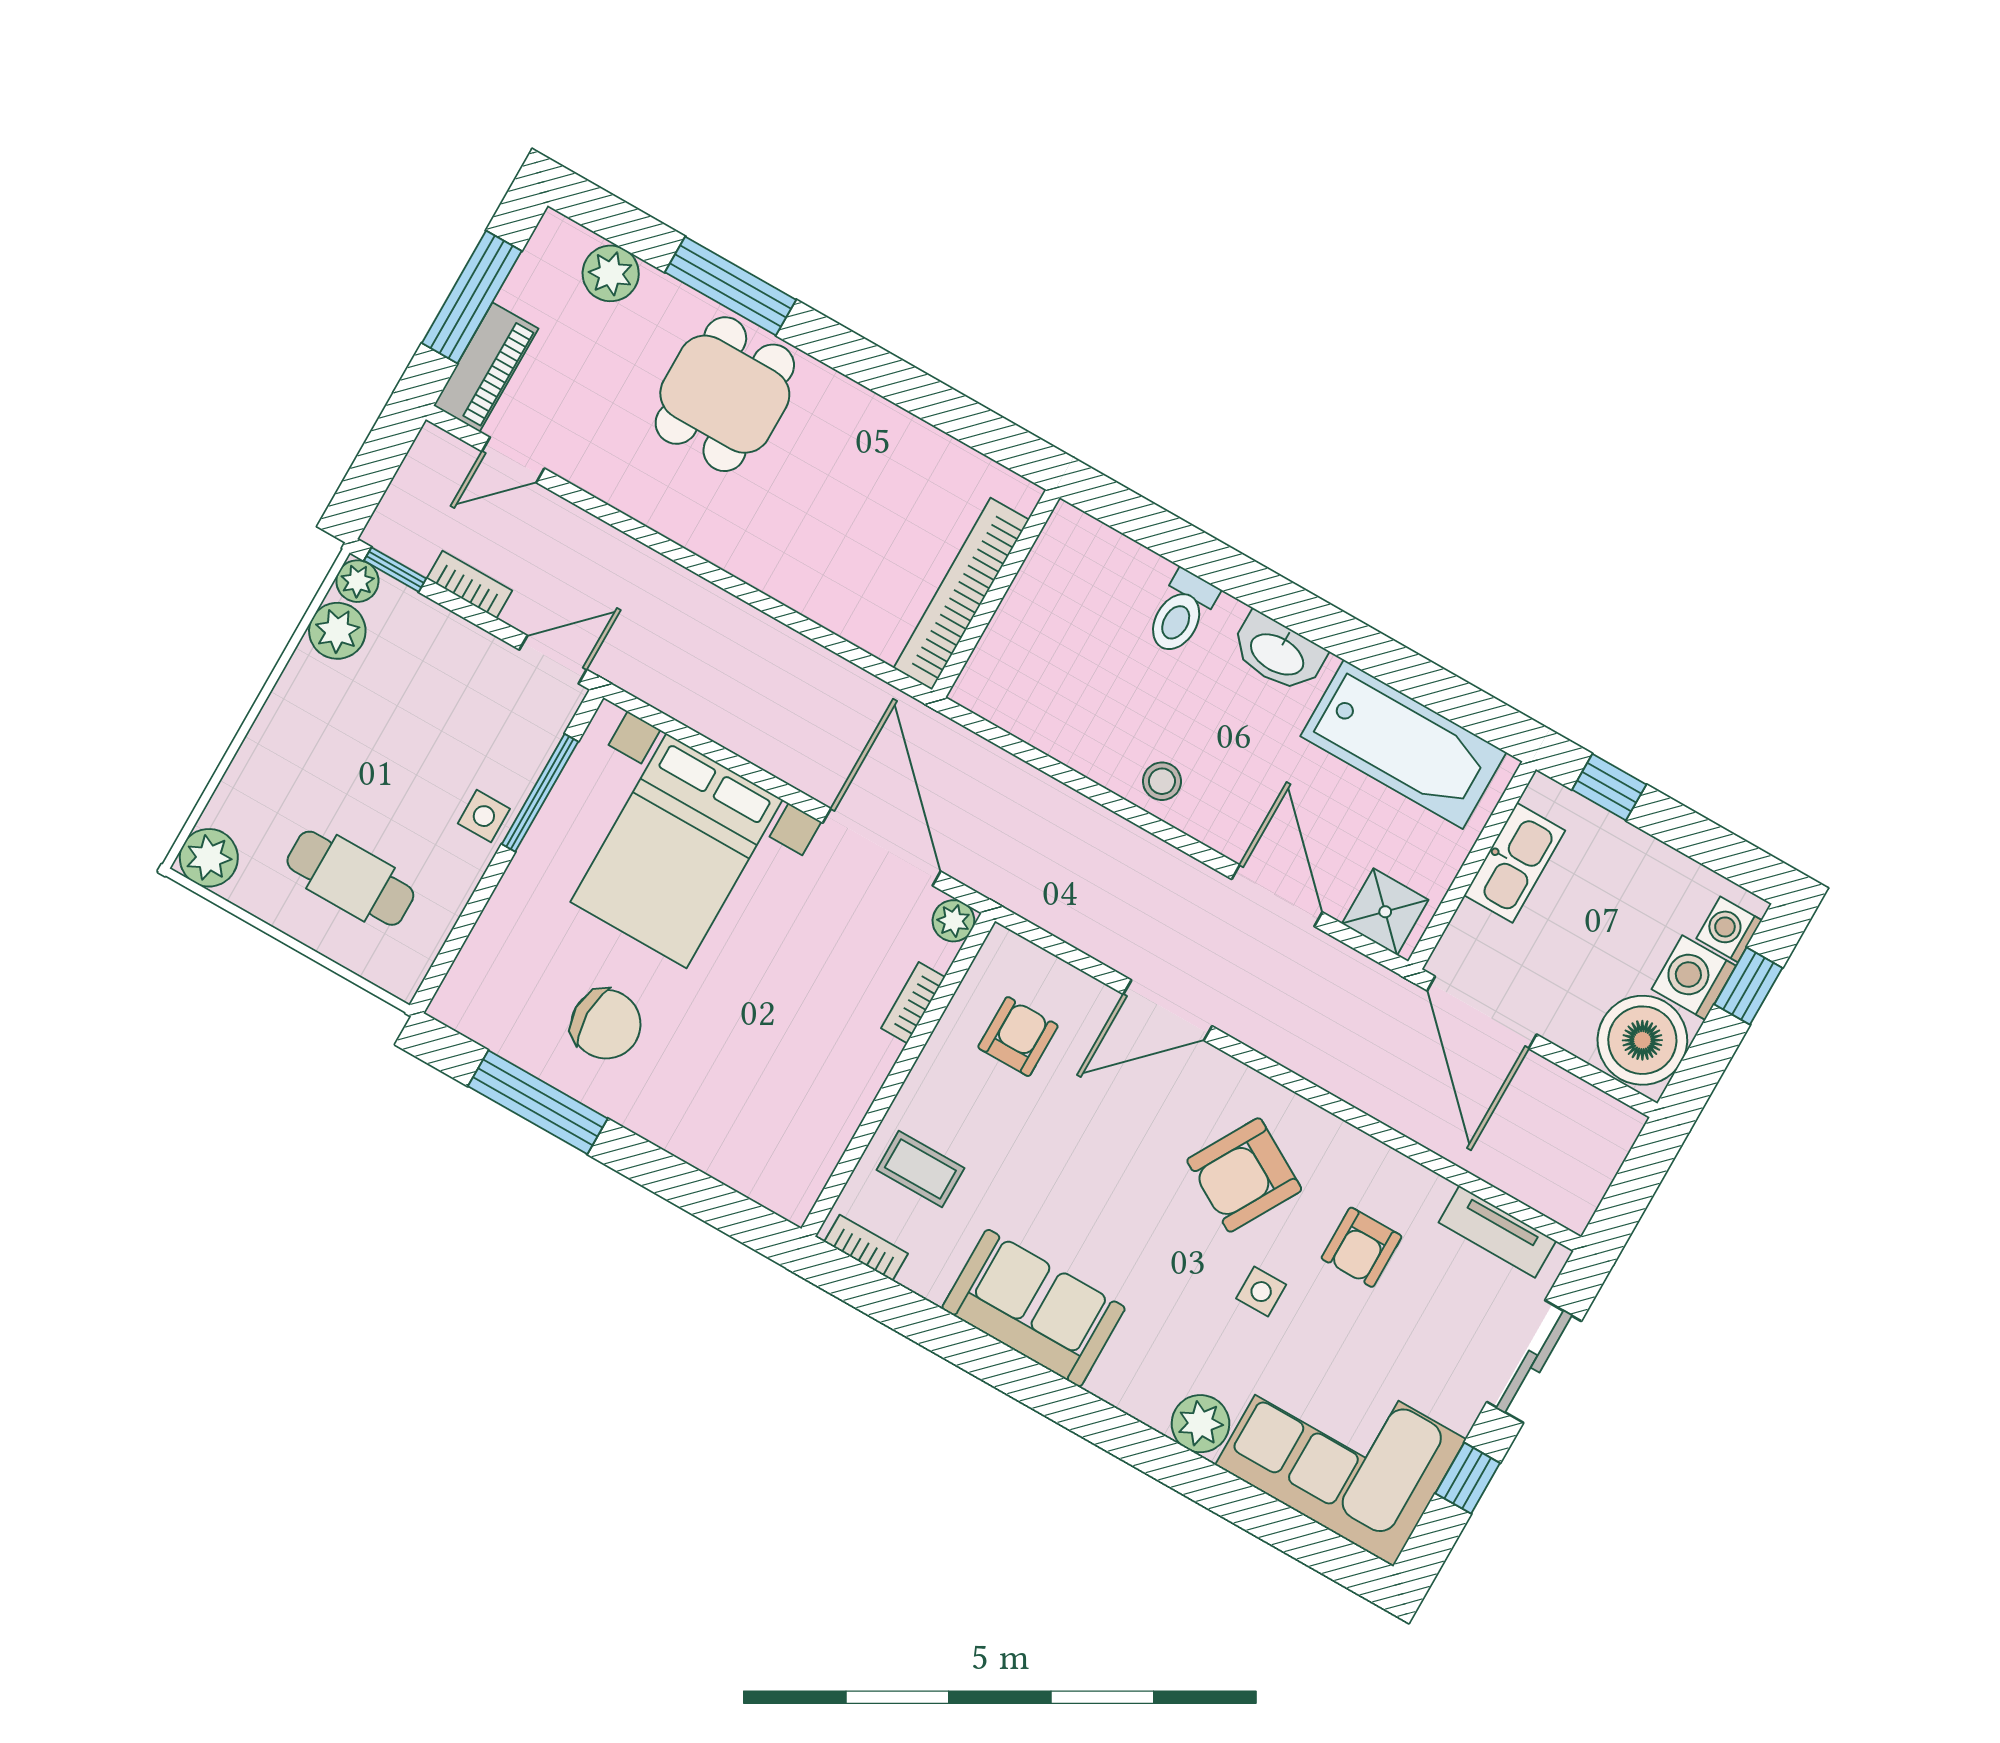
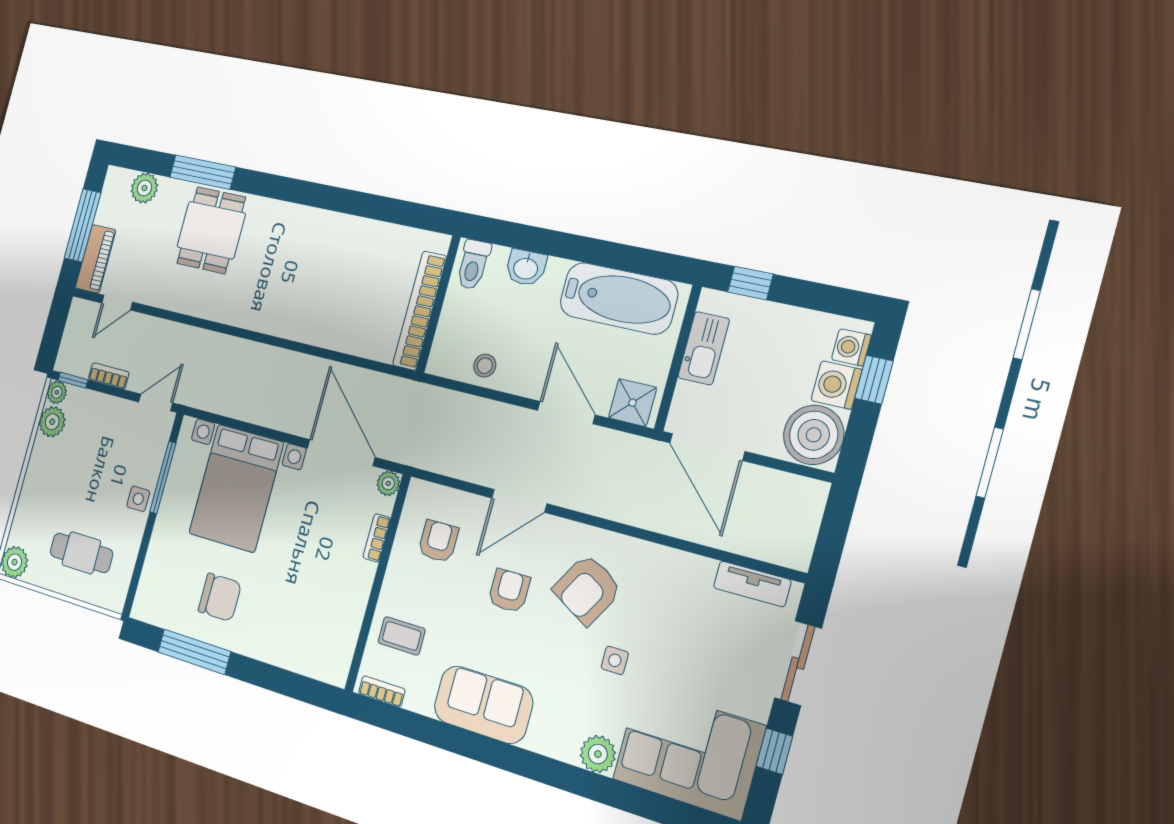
bookcase: (961, 594) -> (420, 311), moved
wall: (996, 594) -> (438, 304), moved
washbasin: (1278, 653) -> (526, 268), width x0.72
armchair: (1362, 1247) -> (509, 591), moved, turned 180

